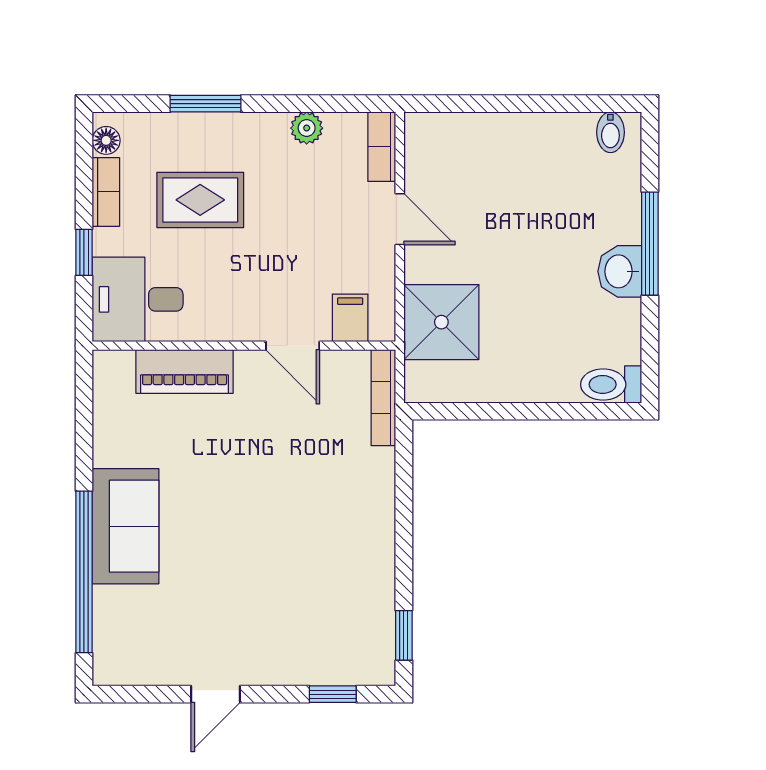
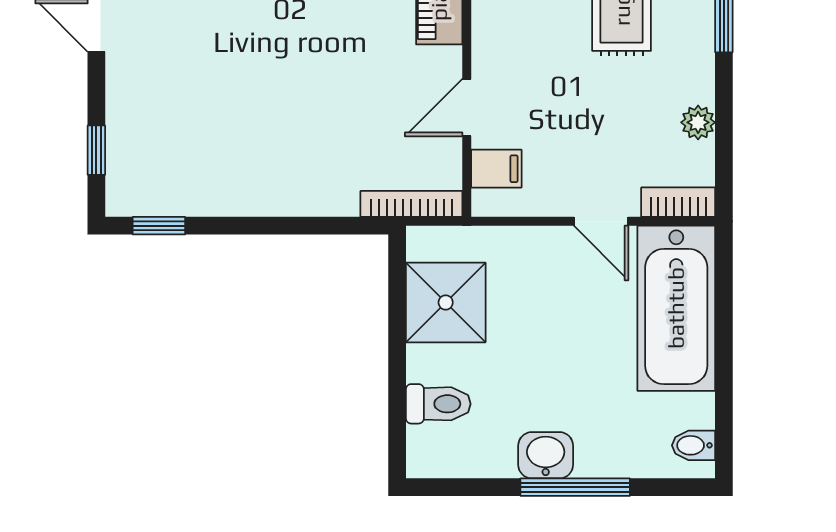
bathtub: (482, 148) -> (676, 308), added
door: (400, 219) -> (601, 221), hinge flipped
shower: (441, 322) -> (446, 302), moved
toilet: (611, 384) -> (438, 404), moved, turned 90

